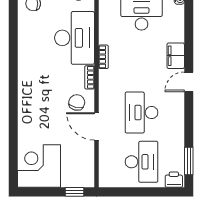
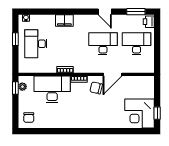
door: (189, 82) -> (105, 12), moved
desk: (141, 113) -> (103, 44), turned 180
window: (74, 192) -> (157, 113), moved

